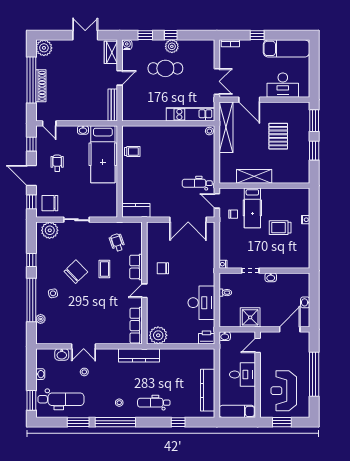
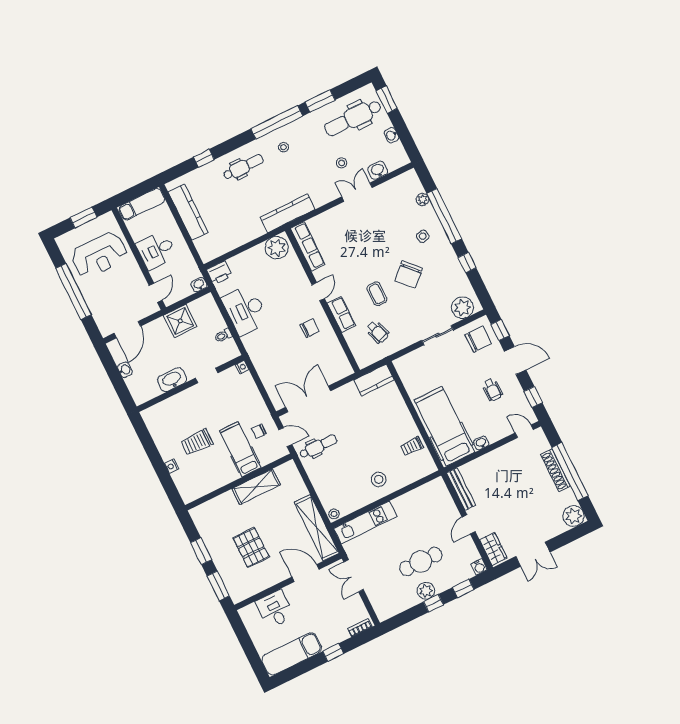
desk: (283, 85) -> (275, 609), width x0.73
stool: (167, 140) -> (379, 479), added
trolley: (280, 228) -> (197, 442), turned 180
washbasin: (271, 277) -> (172, 380), width x1.91, depth x1.45
reception desk: (284, 391) -> (99, 255), turned 90

